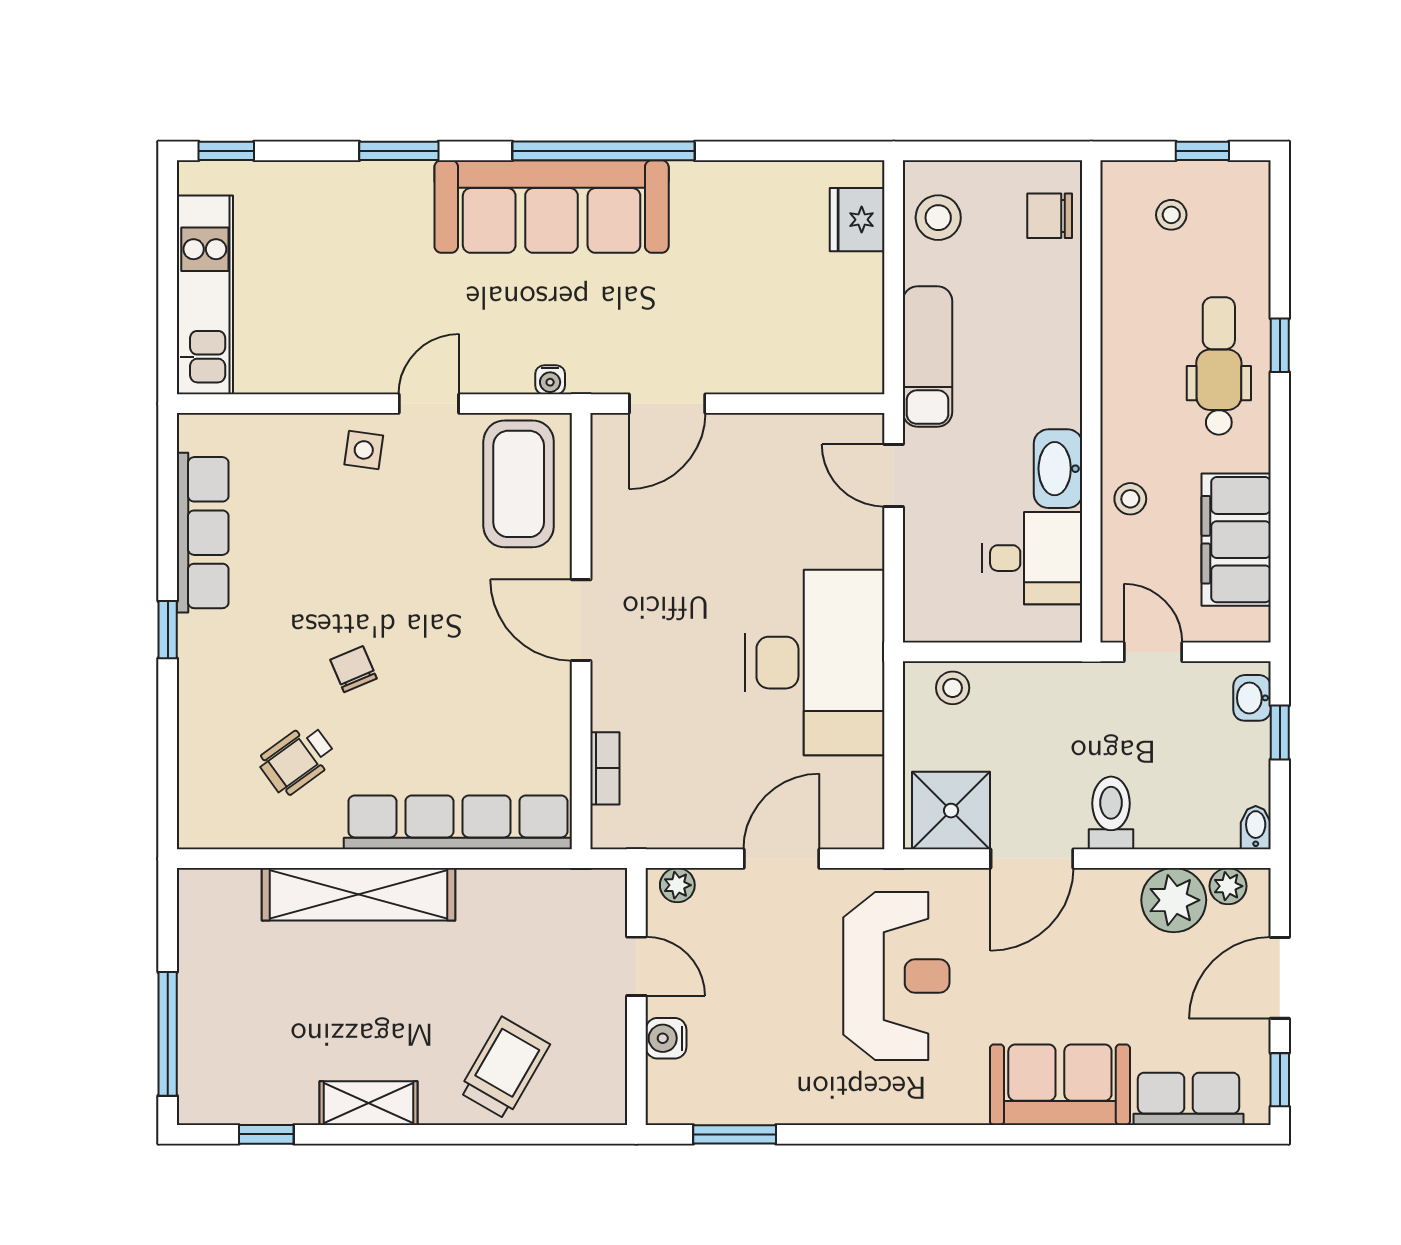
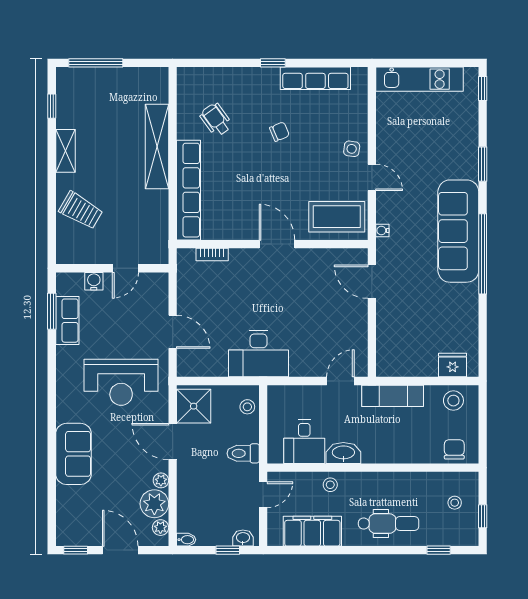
window: (1280, 345) -> (439, 550), moved
door: (581, 620) -> (277, 244), hinge flipped
desk: (815, 663) -> (258, 354), width x0.73, depth x0.77
chair: (354, 669) -> (279, 132), moved
toilet: (1111, 813) -> (243, 453), moved, turned 180
plant: (677, 885) -> (161, 480), moved
row of seats: (1188, 1099) -> (67, 321), moved

